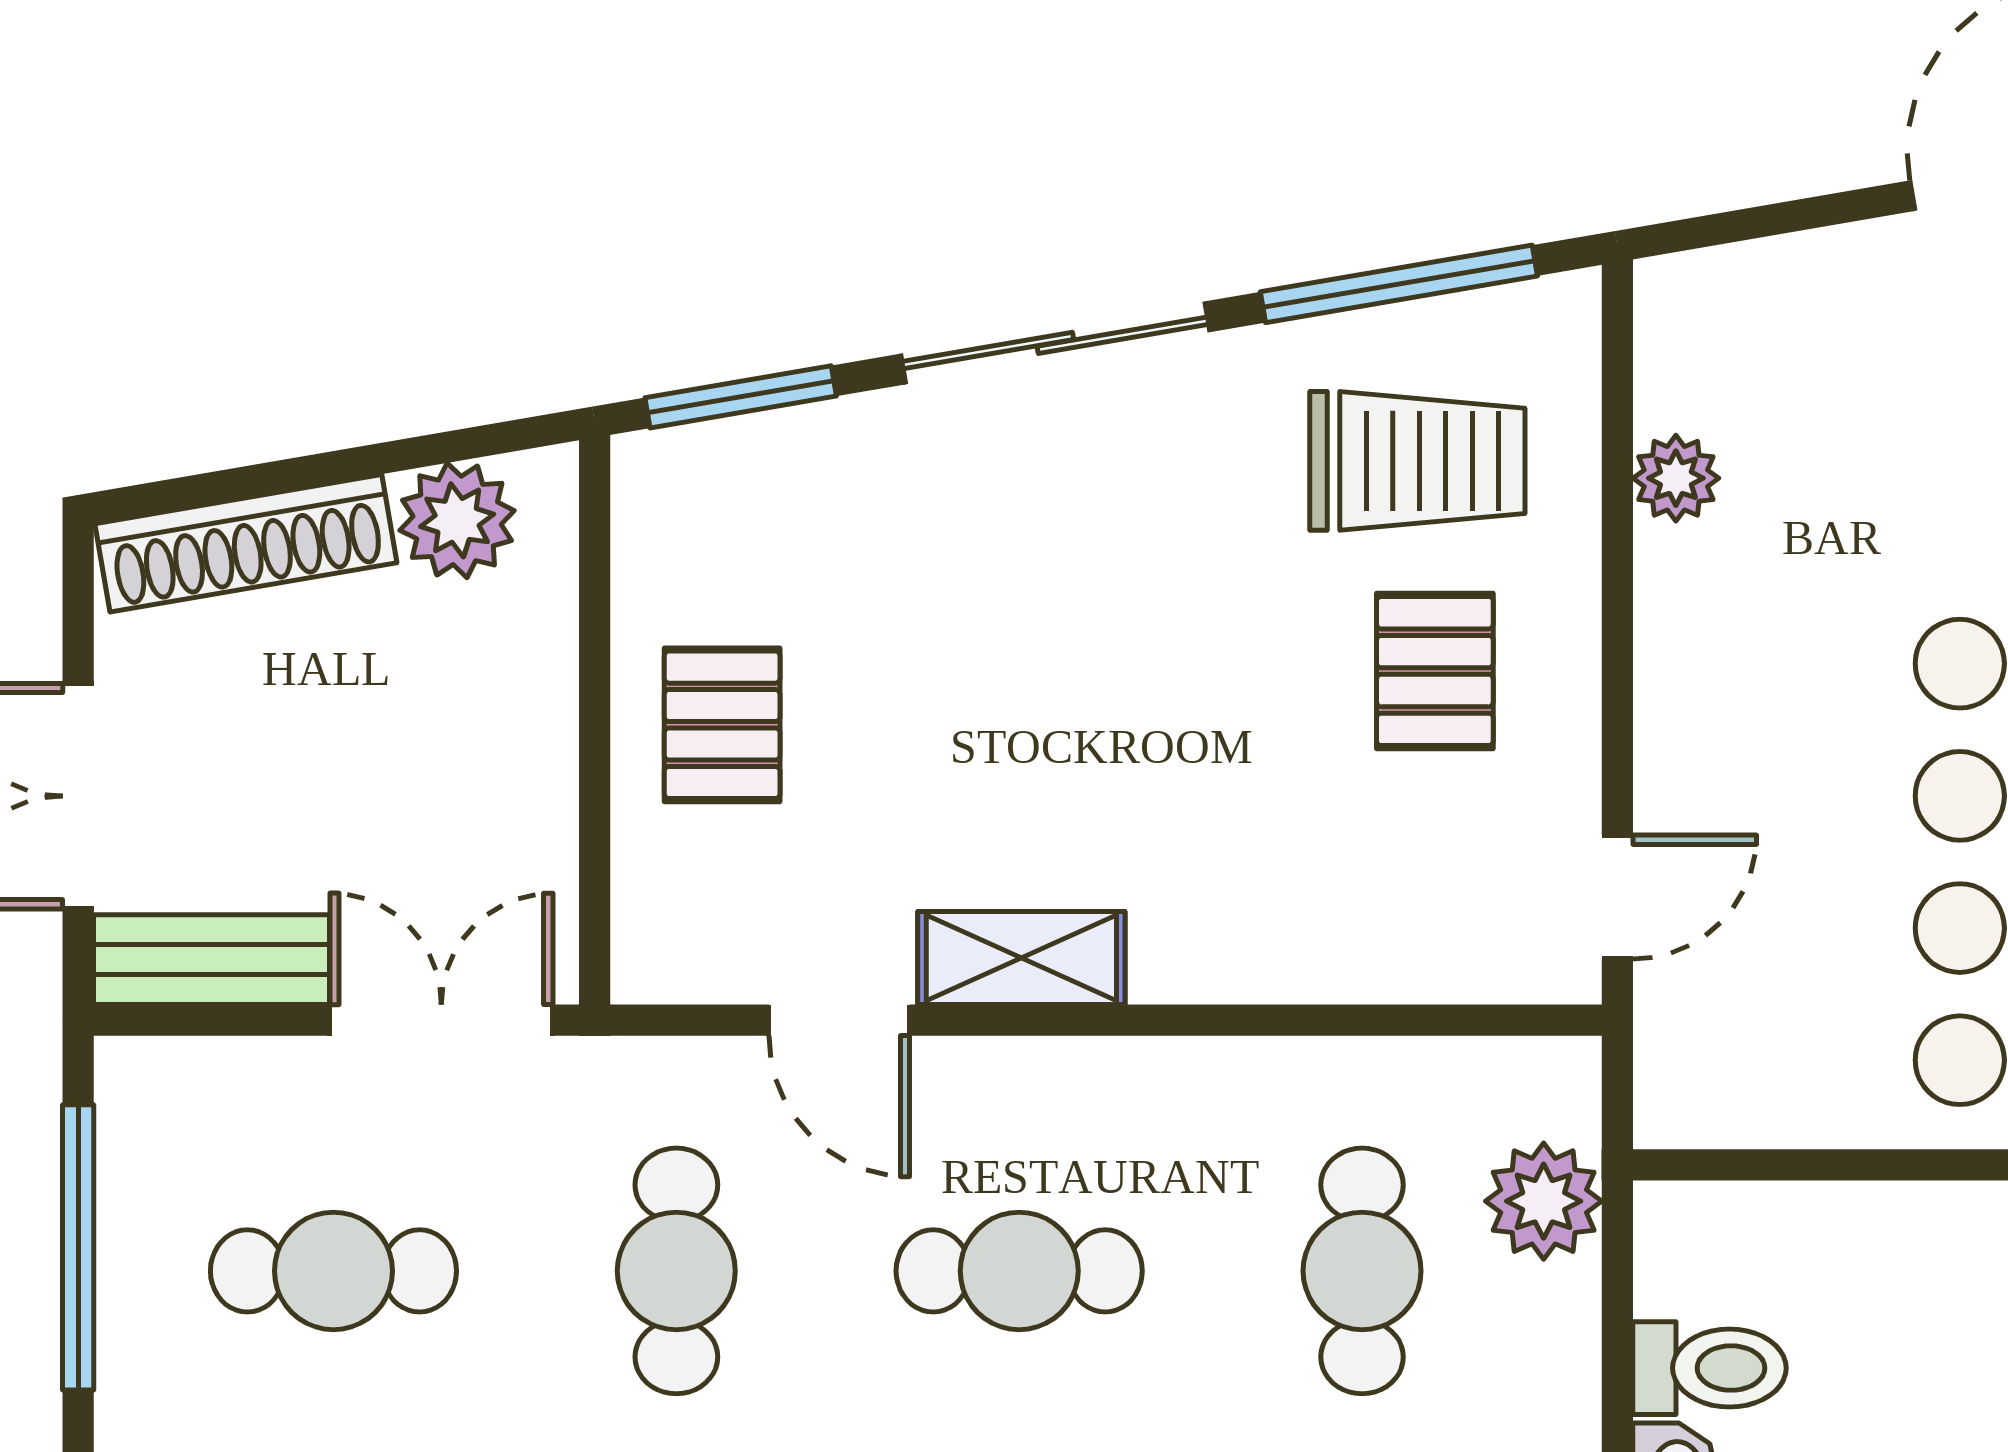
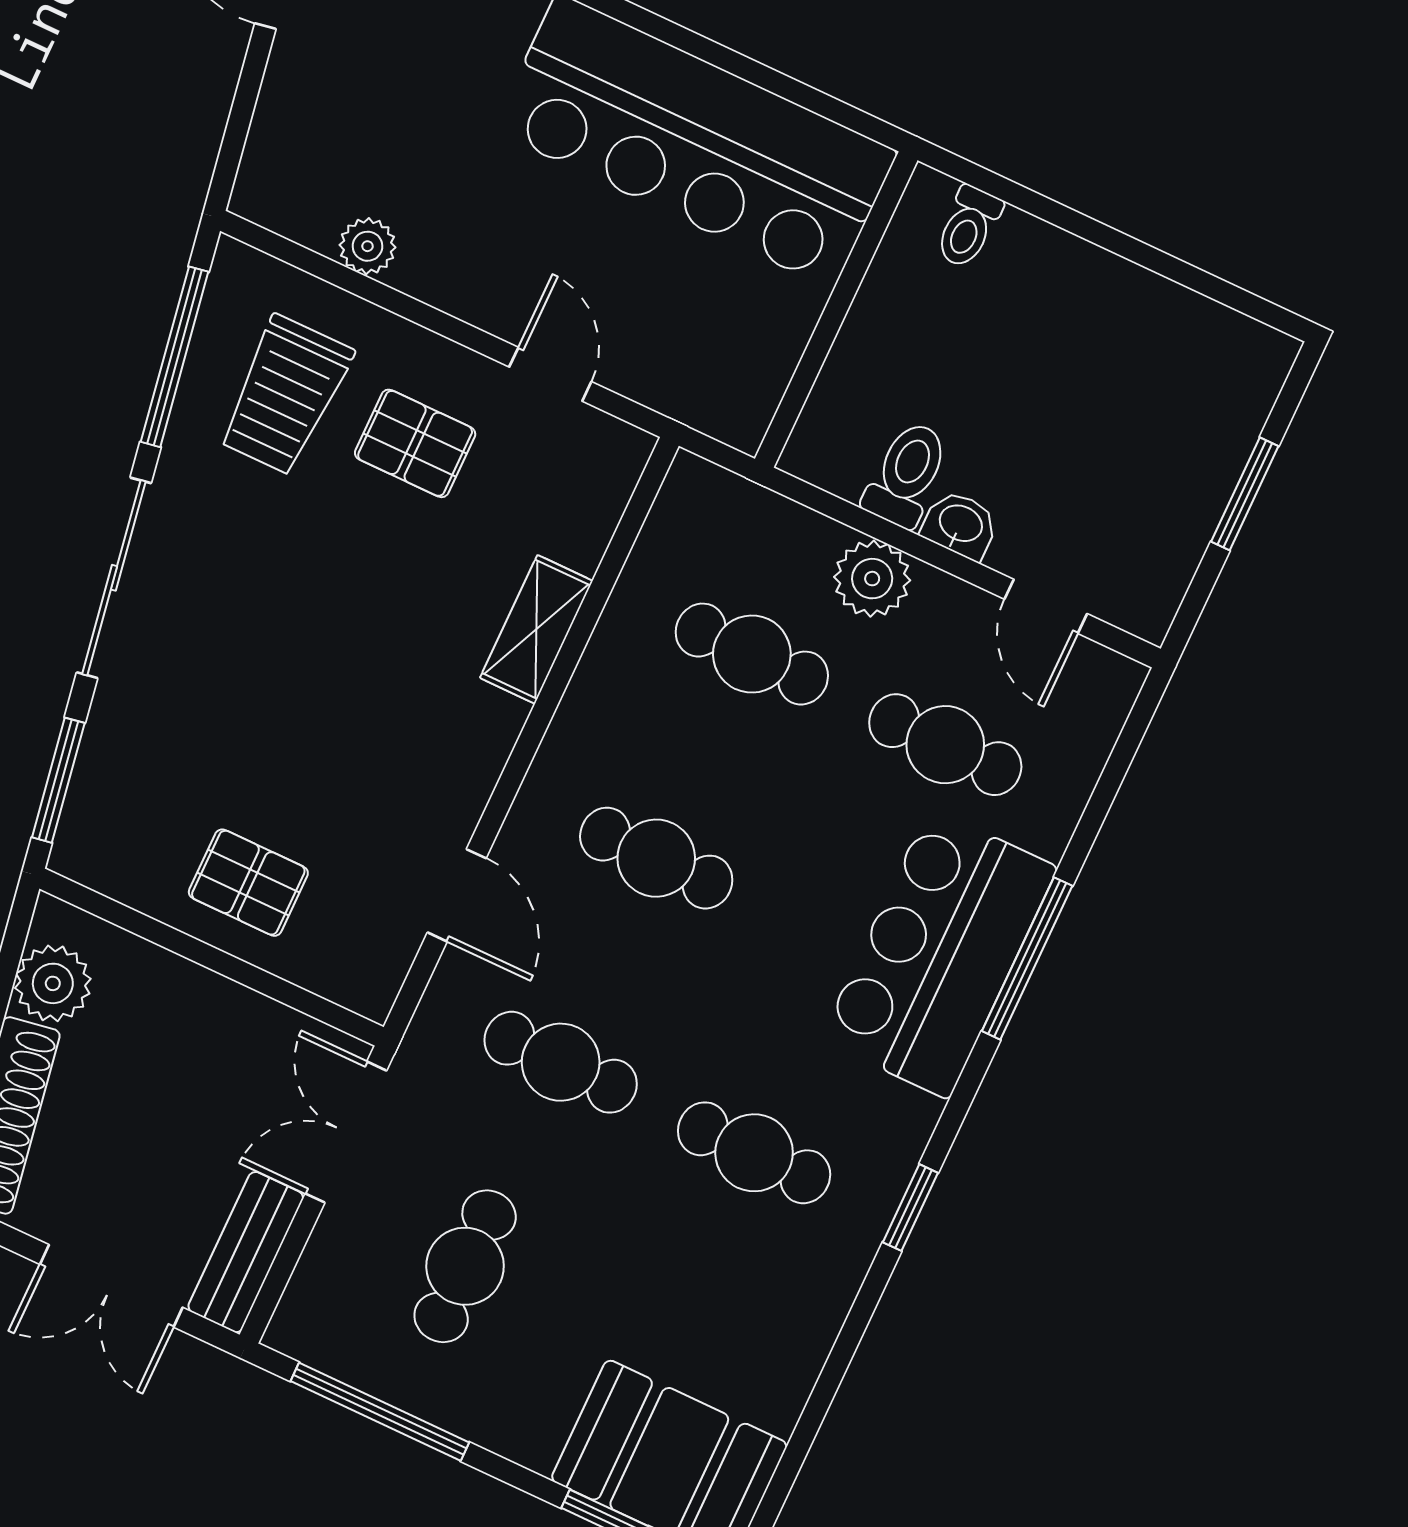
trolley: (1417, 461) -> (285, 395), turned 180
door: (1617, 897) -> (550, 374), moved
shelving: (1021, 958) -> (536, 629), moved
door: (839, 1020) -> (457, 895), hinge flipped
plant: (1544, 1201) -> (872, 579), moved
cafe table: (1019, 1271) -> (656, 858), turned 90

